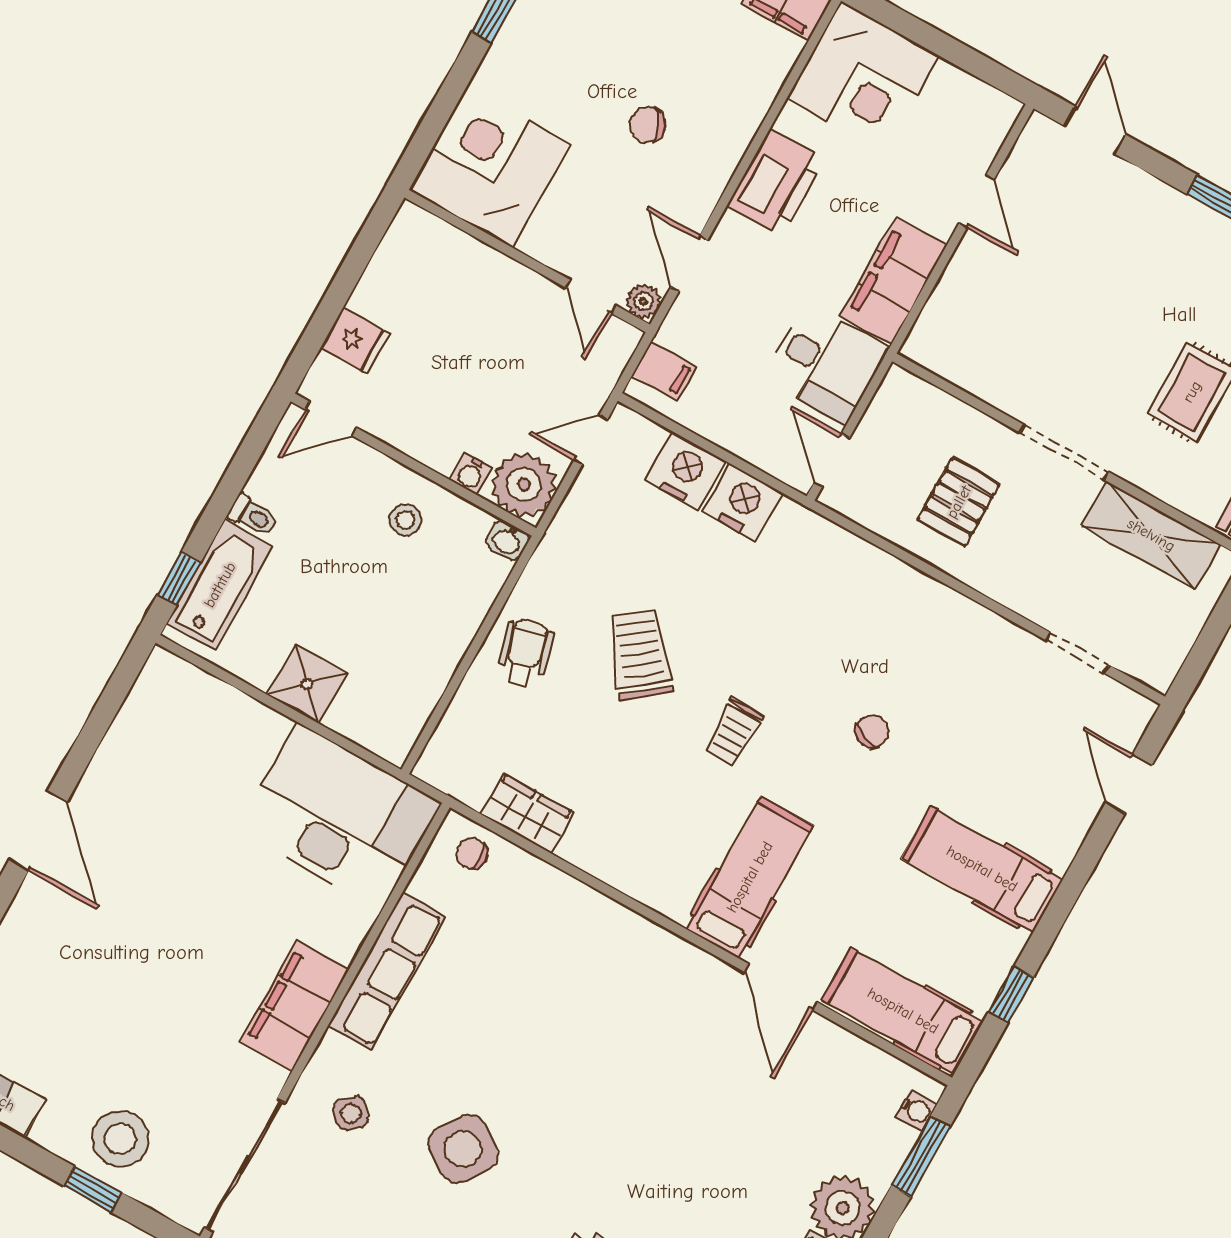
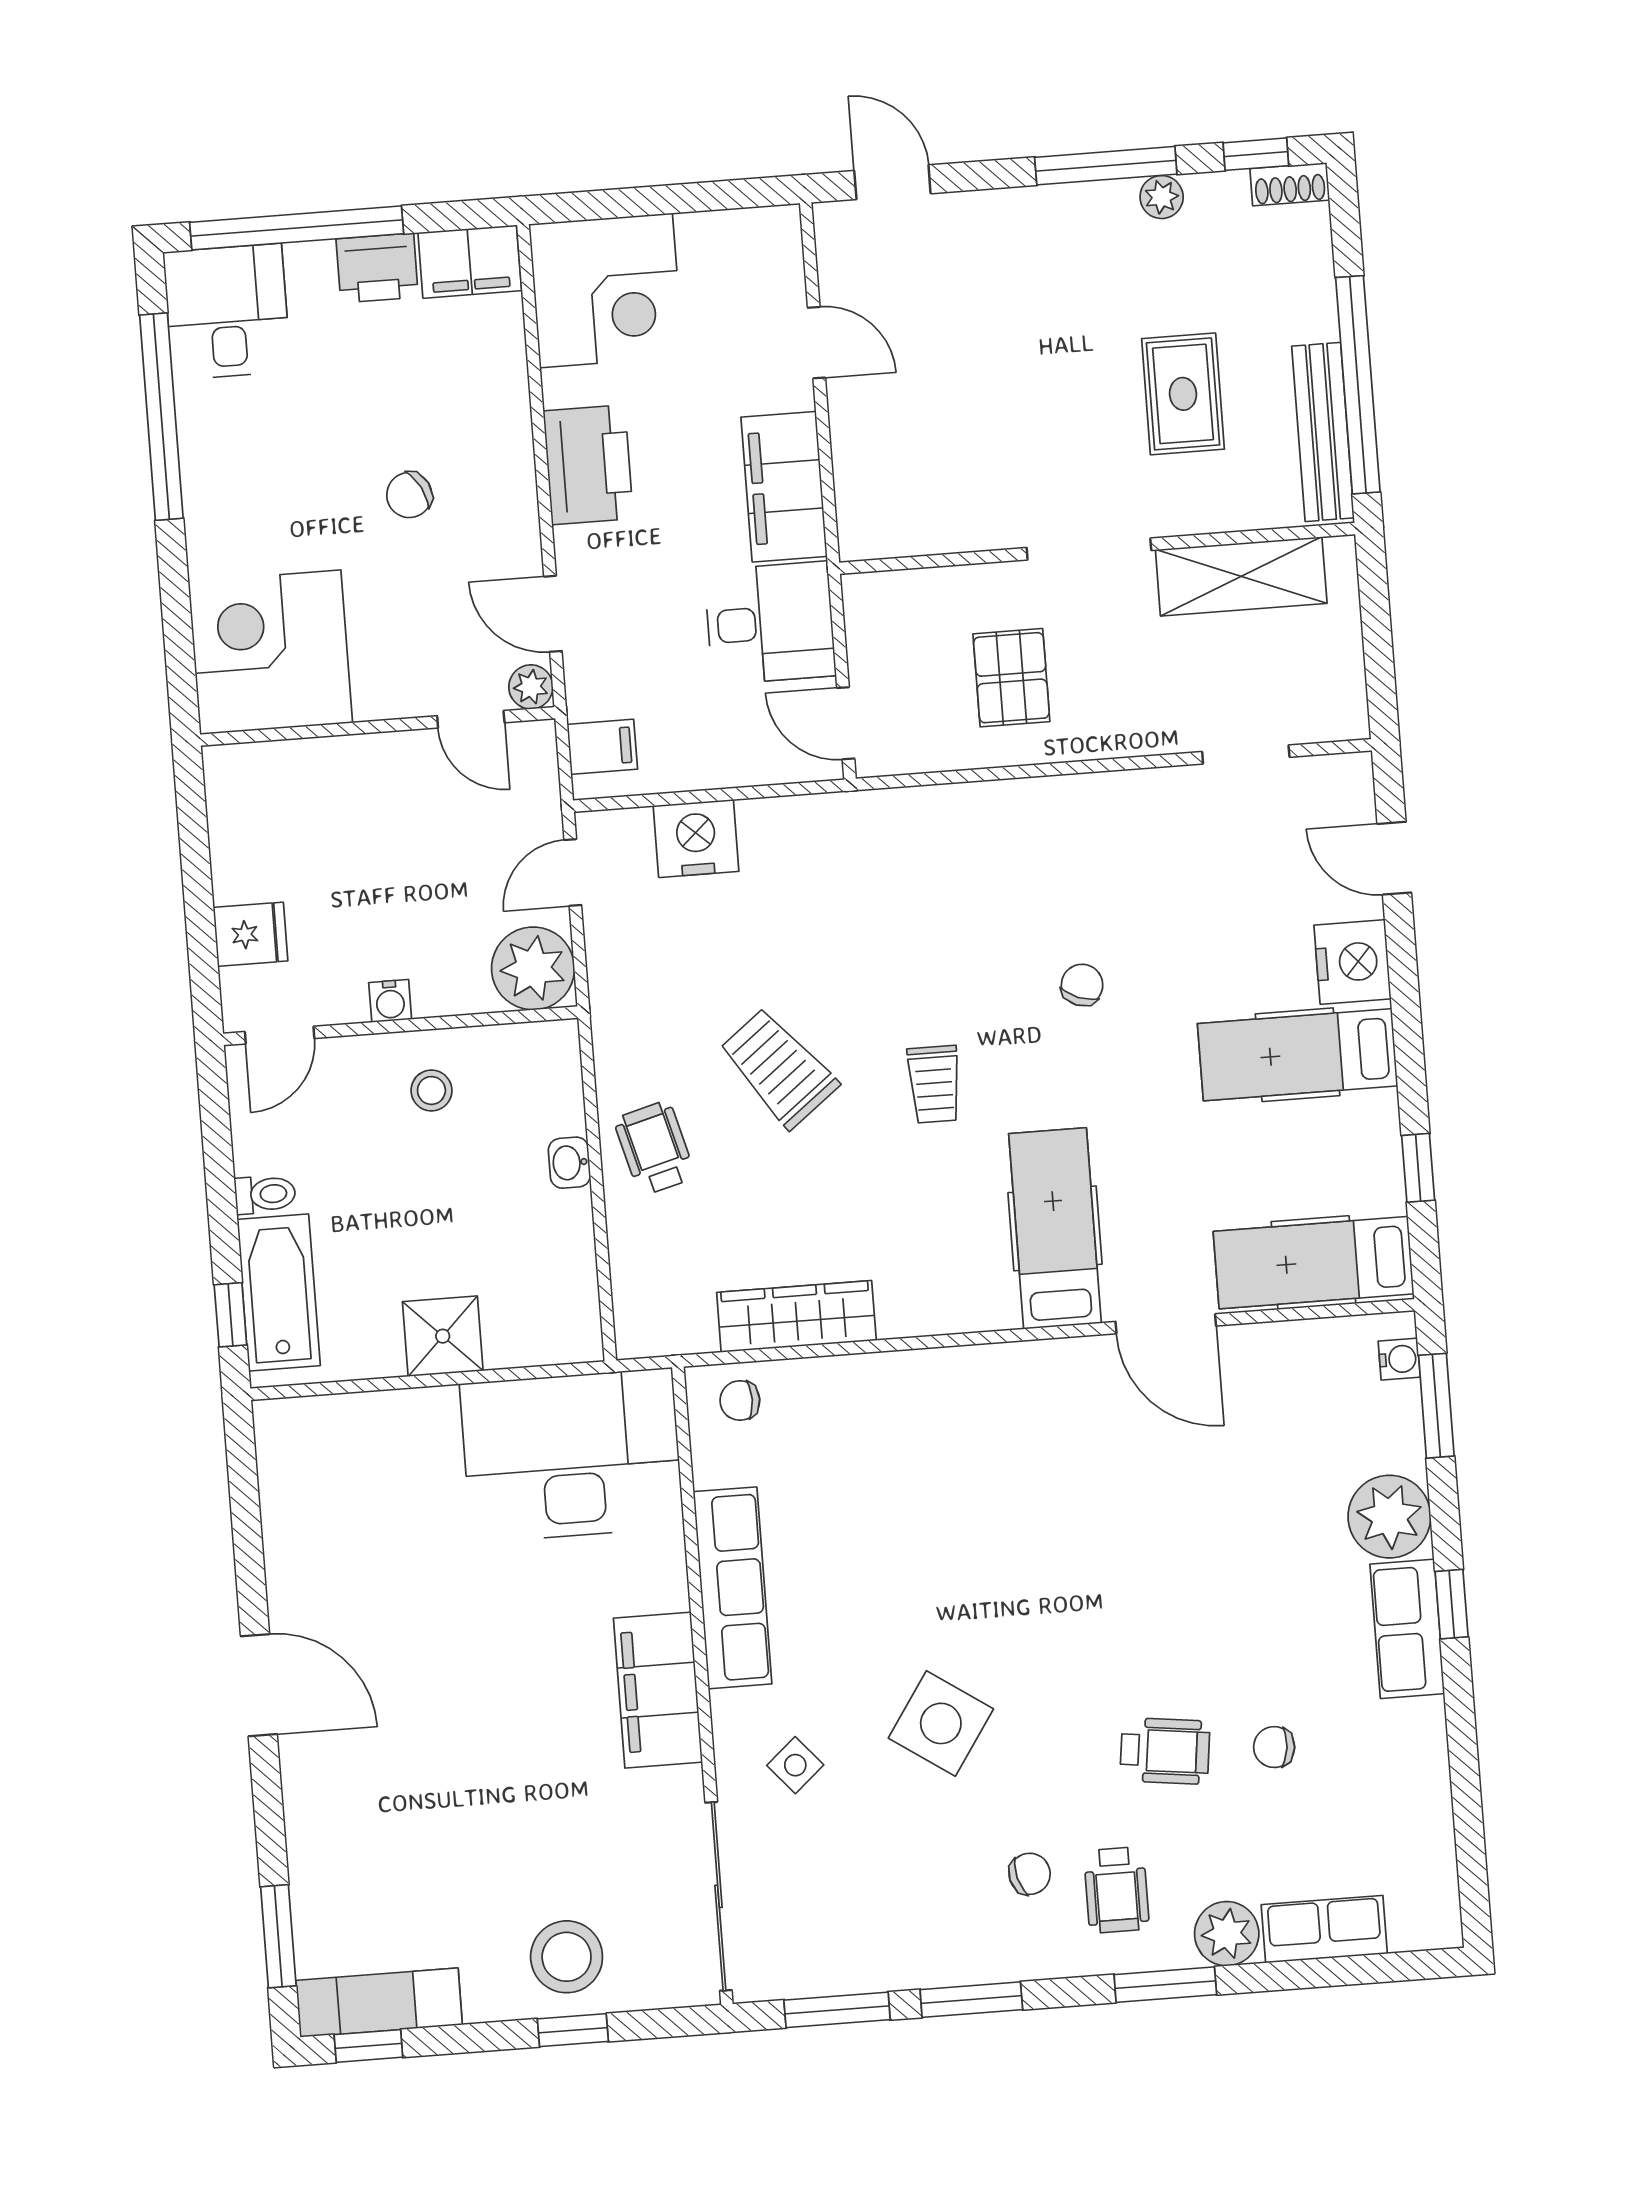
water cooler: (471, 474) -> (390, 1001), moved
nightstand: (743, 502) -> (1353, 962), moved, turned 90
washbasin: (508, 540) -> (569, 1163), moved, turned 90
wardrobe: (527, 813) -> (796, 1316), width x1.50

